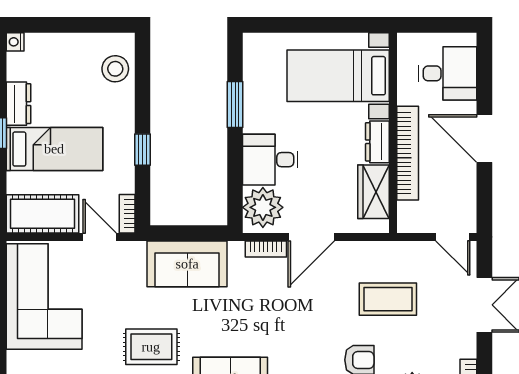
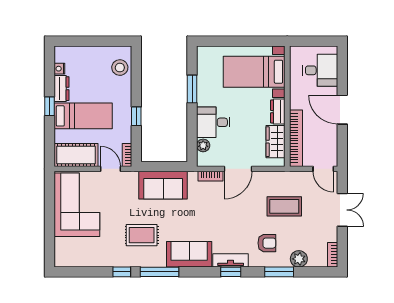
nightstand: (15, 42) -> (59, 69), moved
bookcase: (408, 153) -> (296, 138), moved
plant: (263, 207) -> (203, 145), width x0.53, depth x0.53

